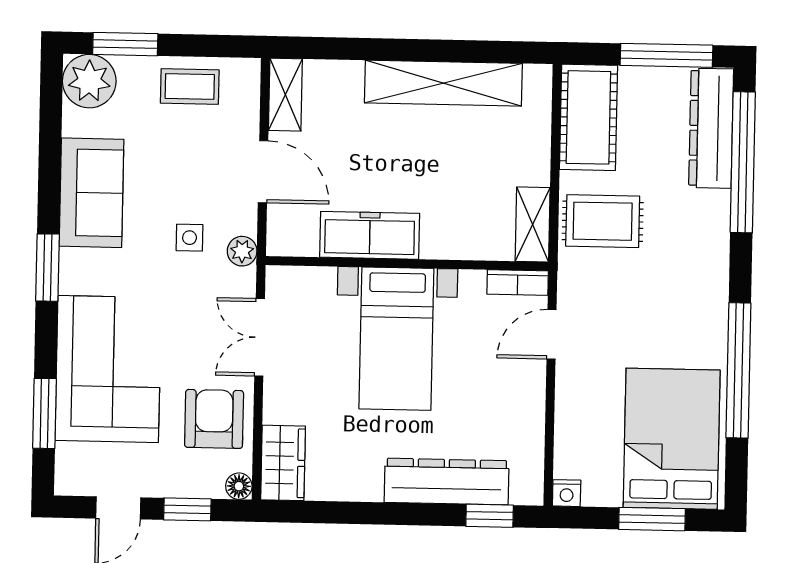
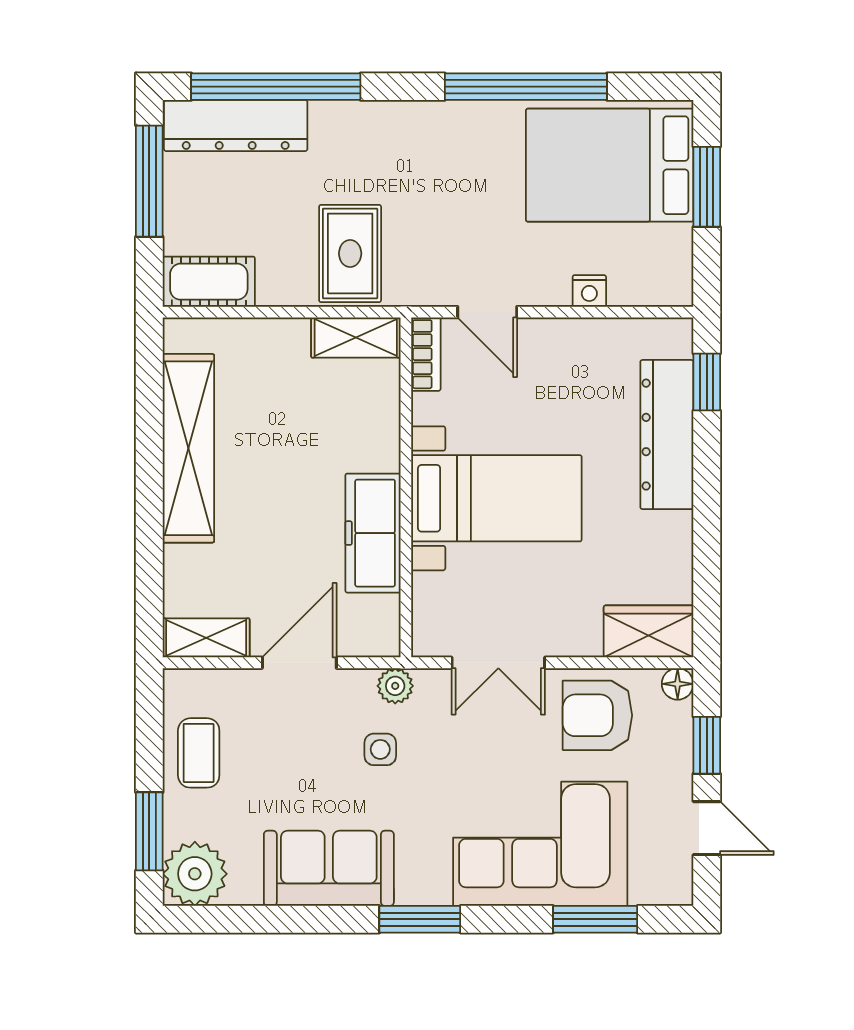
cot: (588, 117) -> (209, 282), width x0.73, depth x0.75
nightstand: (567, 493) -> (589, 291), moved, turned 90

